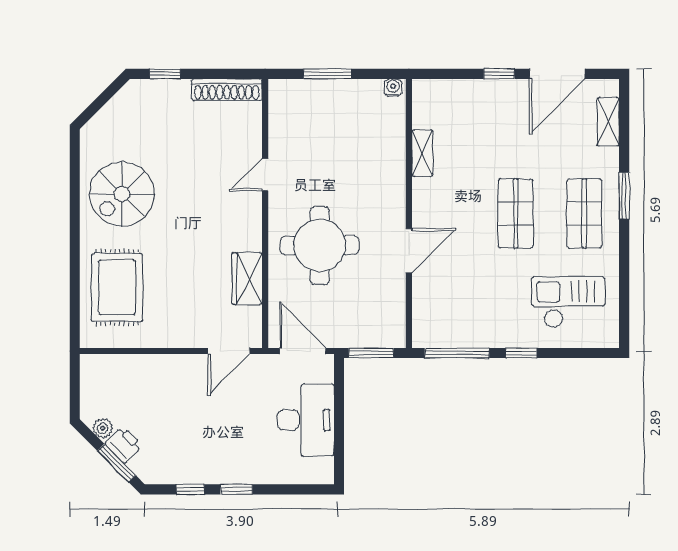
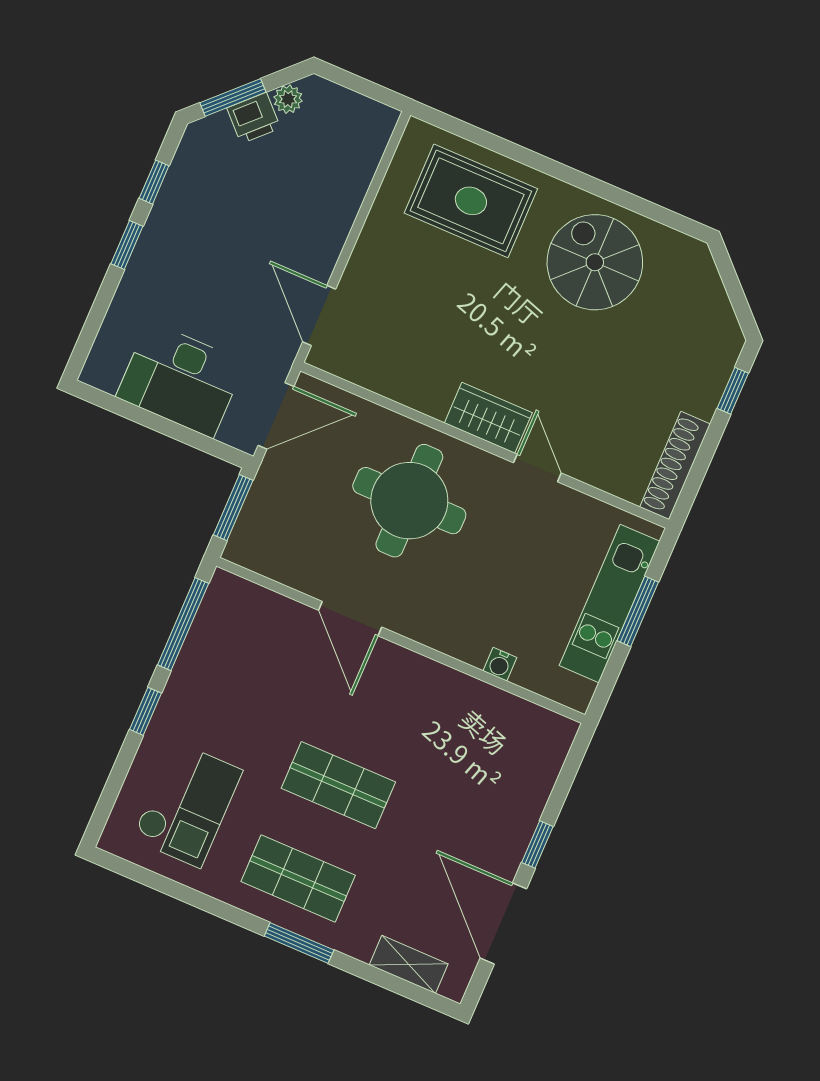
water cooler: (393, 88) -> (500, 664), moved, turned 90
kitchen unit: (330, 94) -> (610, 603), added
shelving: (422, 153) -> (475, 694), removed
wardrobe: (247, 279) -> (488, 418), moved

